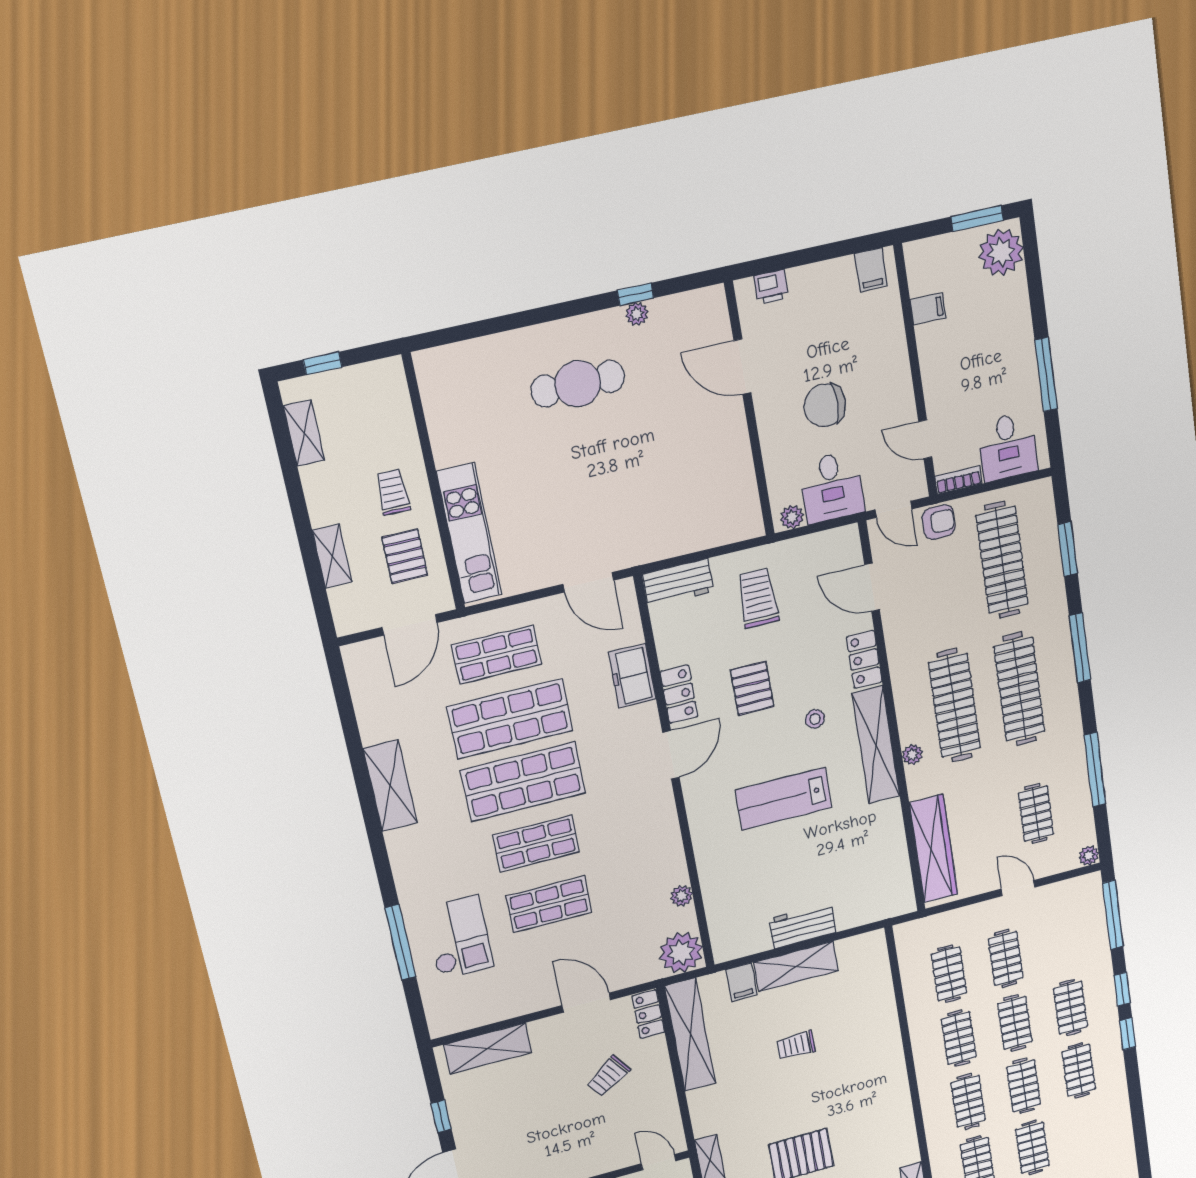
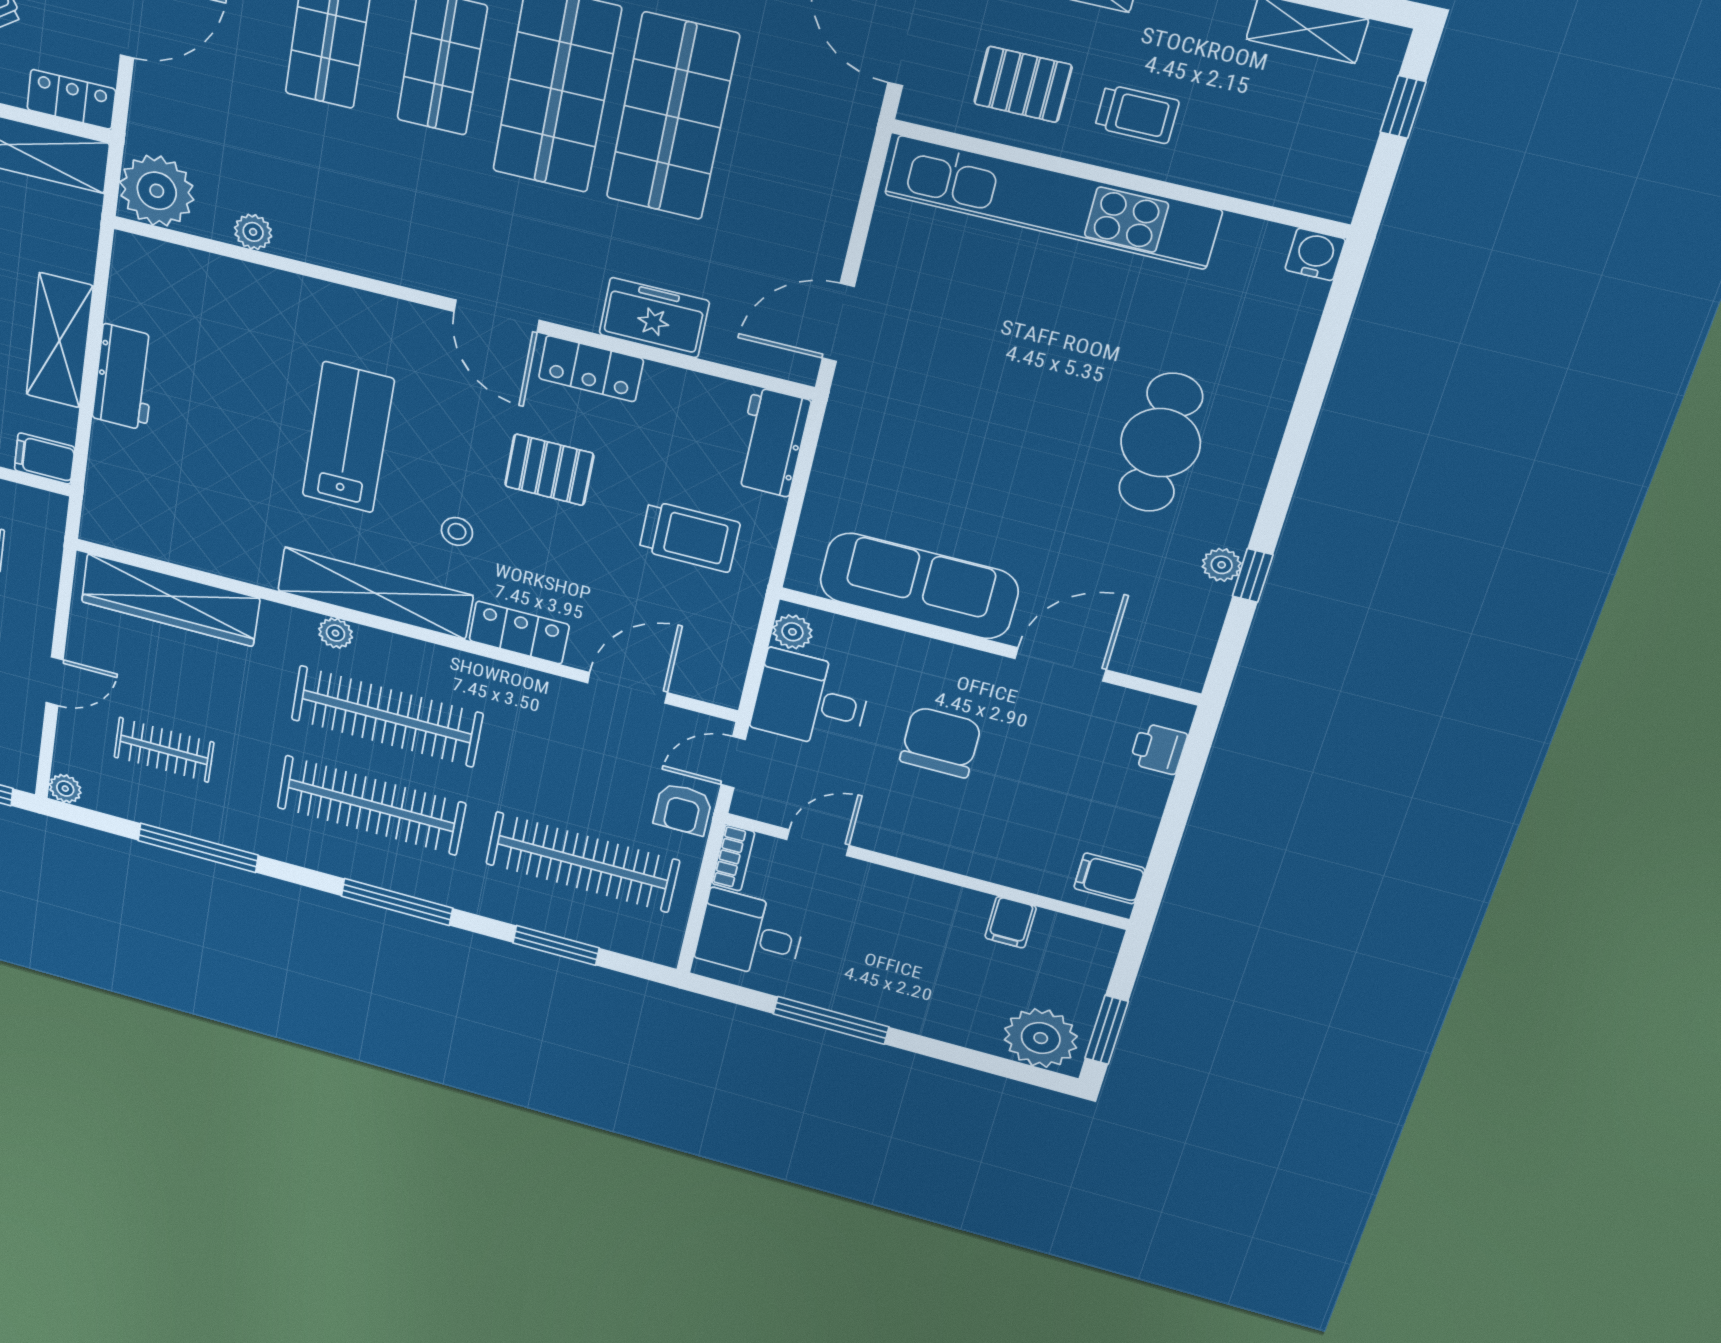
water cooler: (427, 363) -> (1315, 254), added
sofa: (730, 465) -> (919, 586), added
kitchen unit: (469, 533) -> (1052, 202), width x1.36
shop shelf: (497, 655) -> (789, 144), removed
filing cabinet: (742, 982) -> (44, 459), moved

